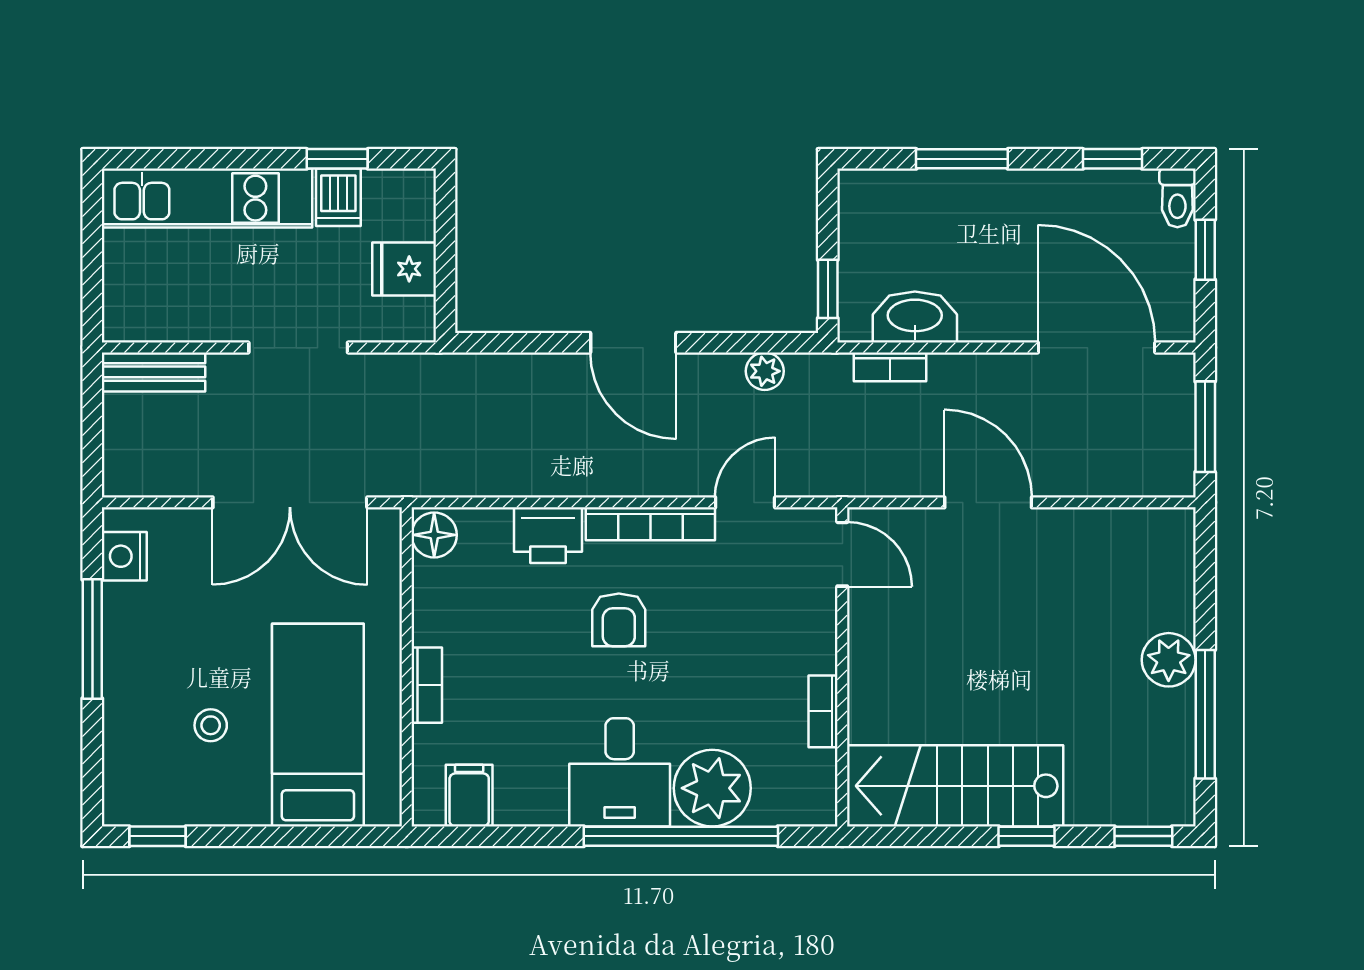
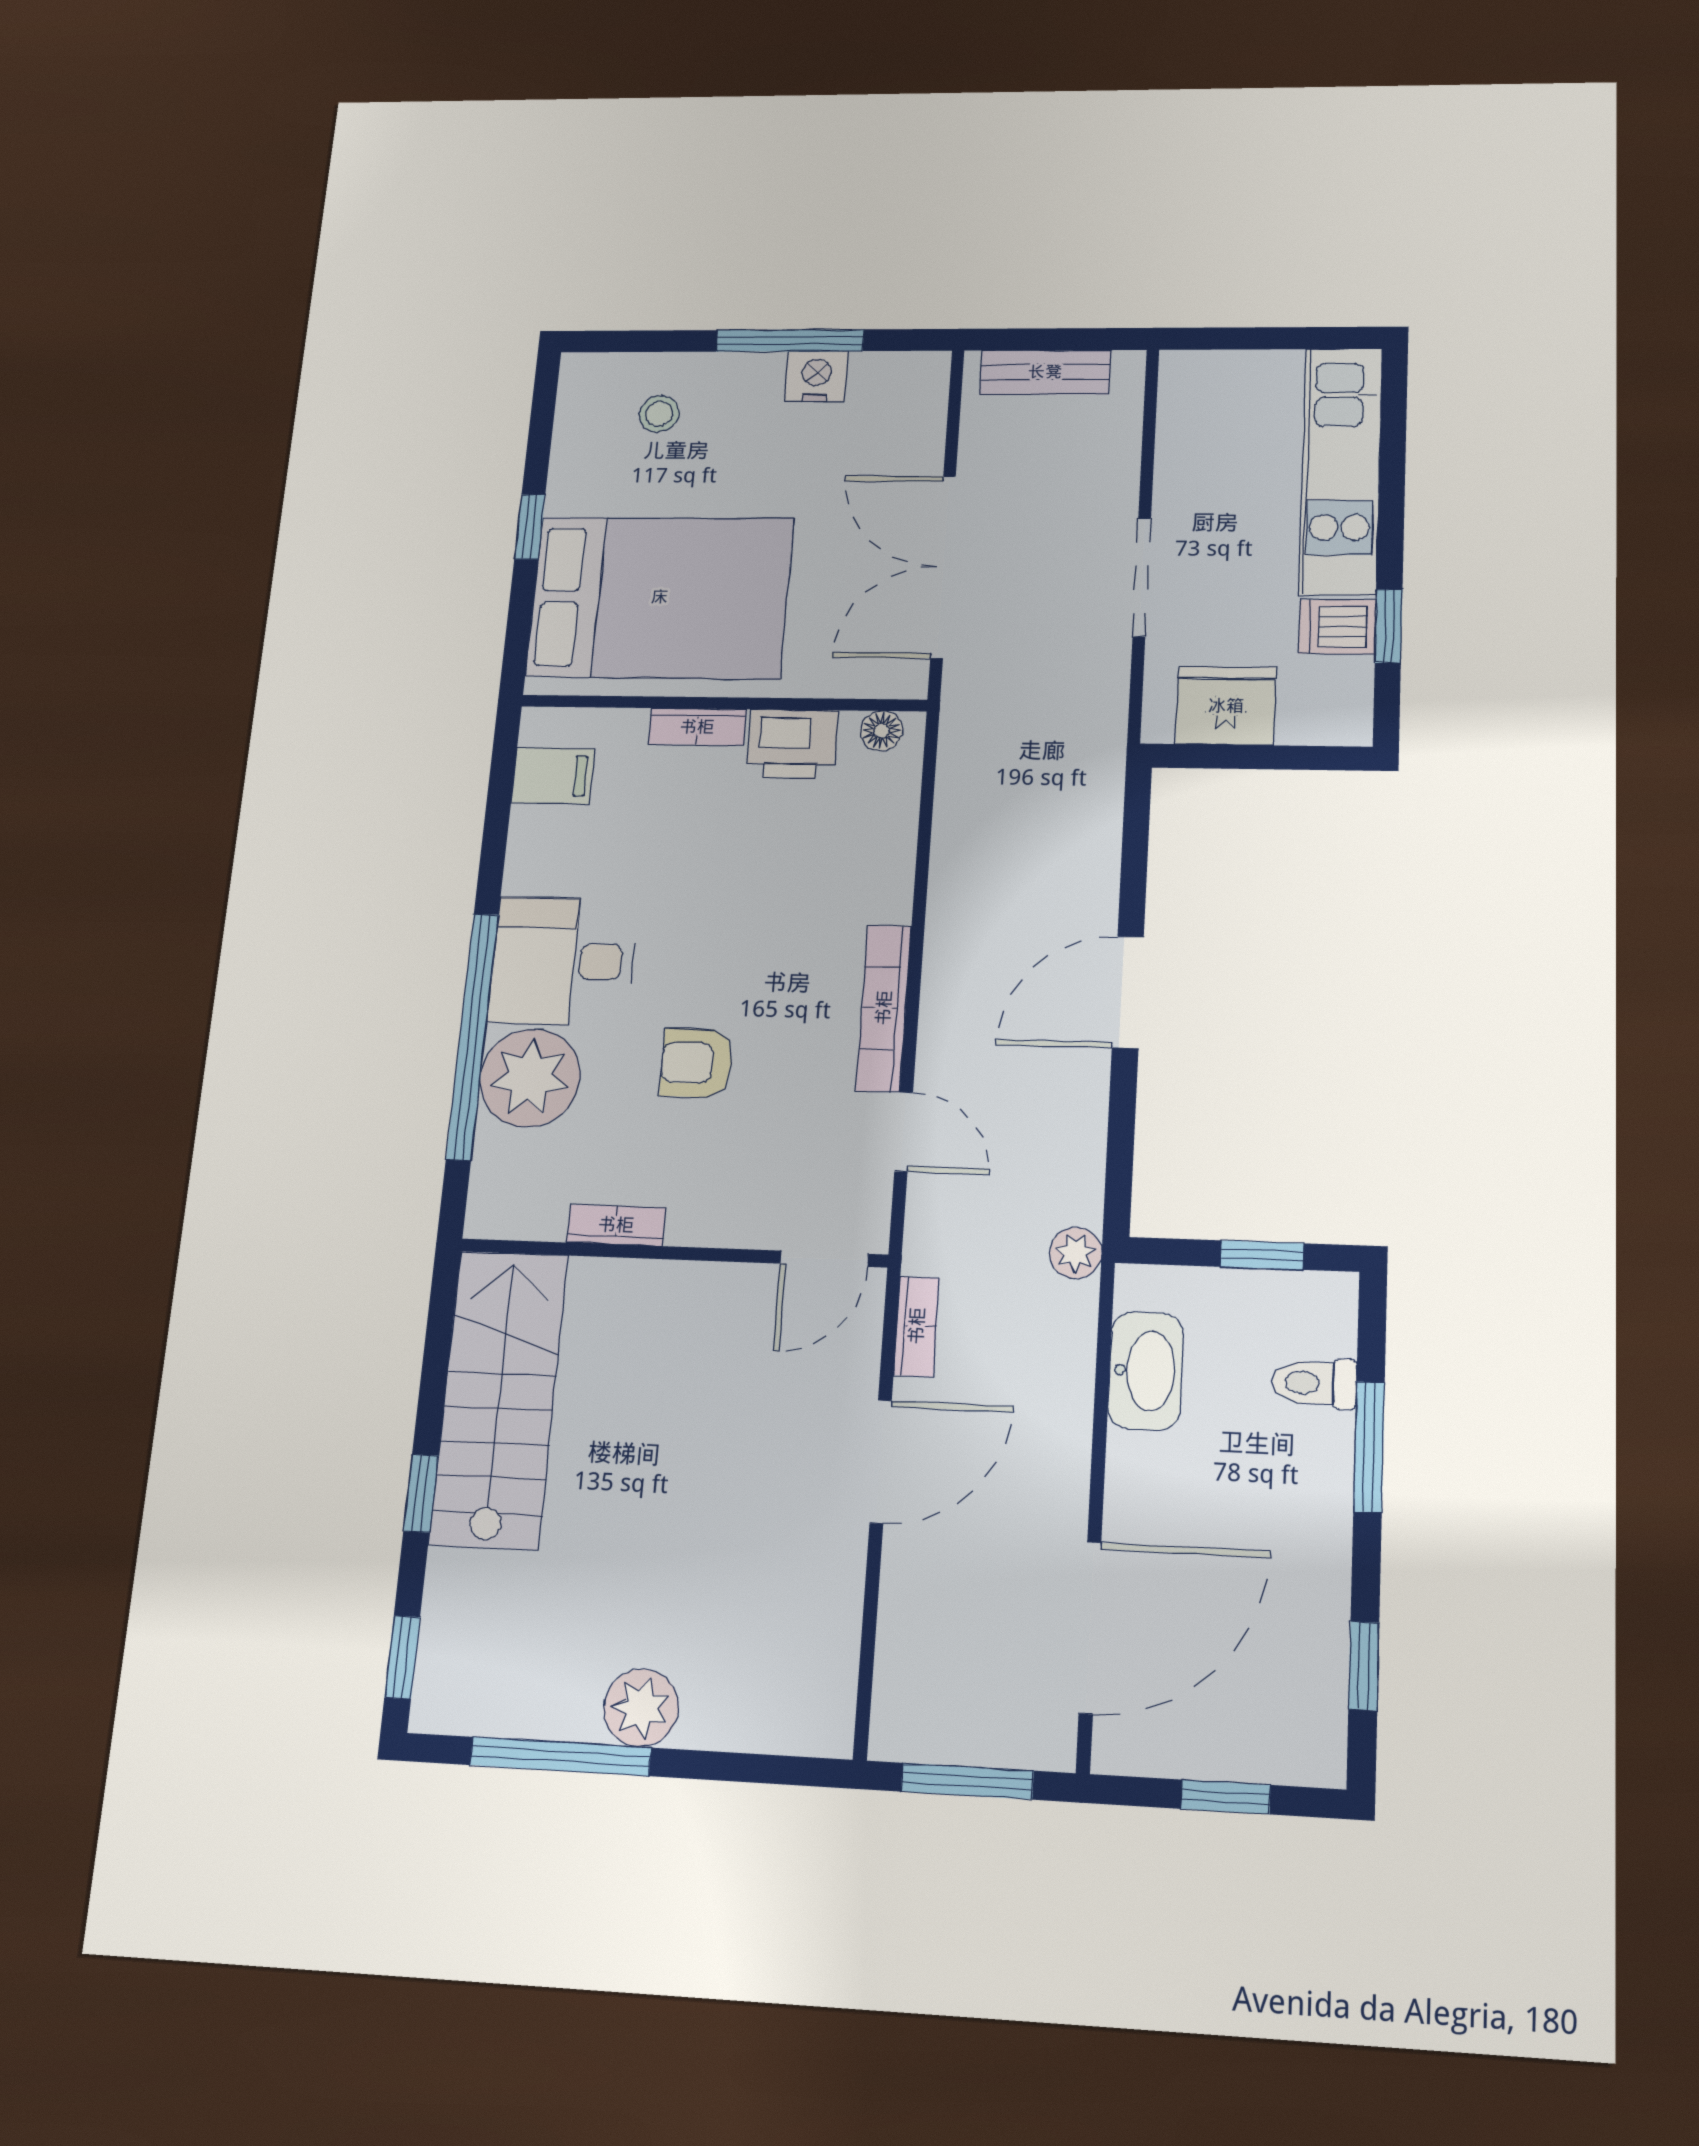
toilet: (1177, 198) -> (1314, 1383), moved
fridge: (404, 269) -> (1226, 706), width x1.38
window: (828, 289) -> (1262, 1255), moved
bookcase: (890, 367) -> (917, 1326), moved, turned 180
plant: (765, 371) -> (1076, 1253), moved
bench: (154, 372) -> (1045, 372), moved, turned 90
floor lamp: (434, 535) -> (882, 731), width x0.73, depth x0.73
printer: (548, 535) -> (792, 743), moved, turned -90
nightstand: (124, 556) -> (816, 376), moved
armchair: (619, 620) -> (697, 1063), moved
stool: (211, 725) -> (659, 414), moved
bed: (318, 725) -> (660, 597), width x1.50
window: (157, 836) -> (530, 527), moved

